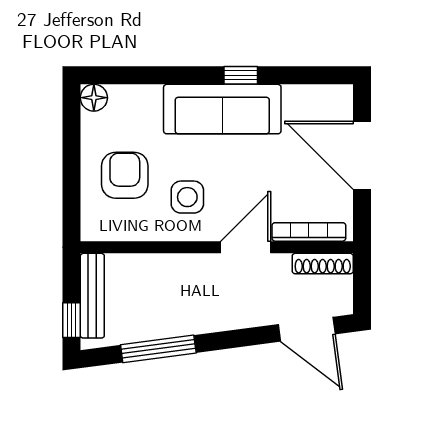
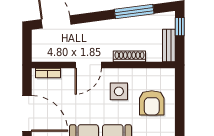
bookcase: (309, 232) -> (48, 73), width x0.64
shoe rack: (323, 264) -> (129, 56), moved
bench: (92, 296) -> (169, 45), width x0.73

